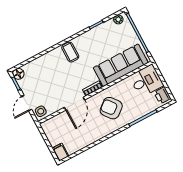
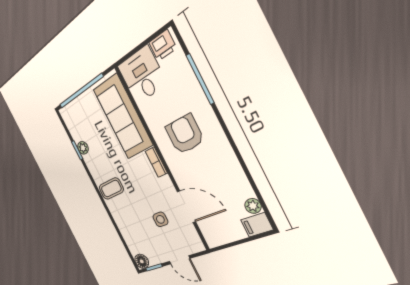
plant: (118, 19) -> (83, 148), moved
door: (75, 104) -> (186, 207), moved
armchair: (111, 108) -> (185, 134), turned 129
side table: (41, 111) -> (160, 219), moved
plant: (72, 150) -> (253, 206), added

